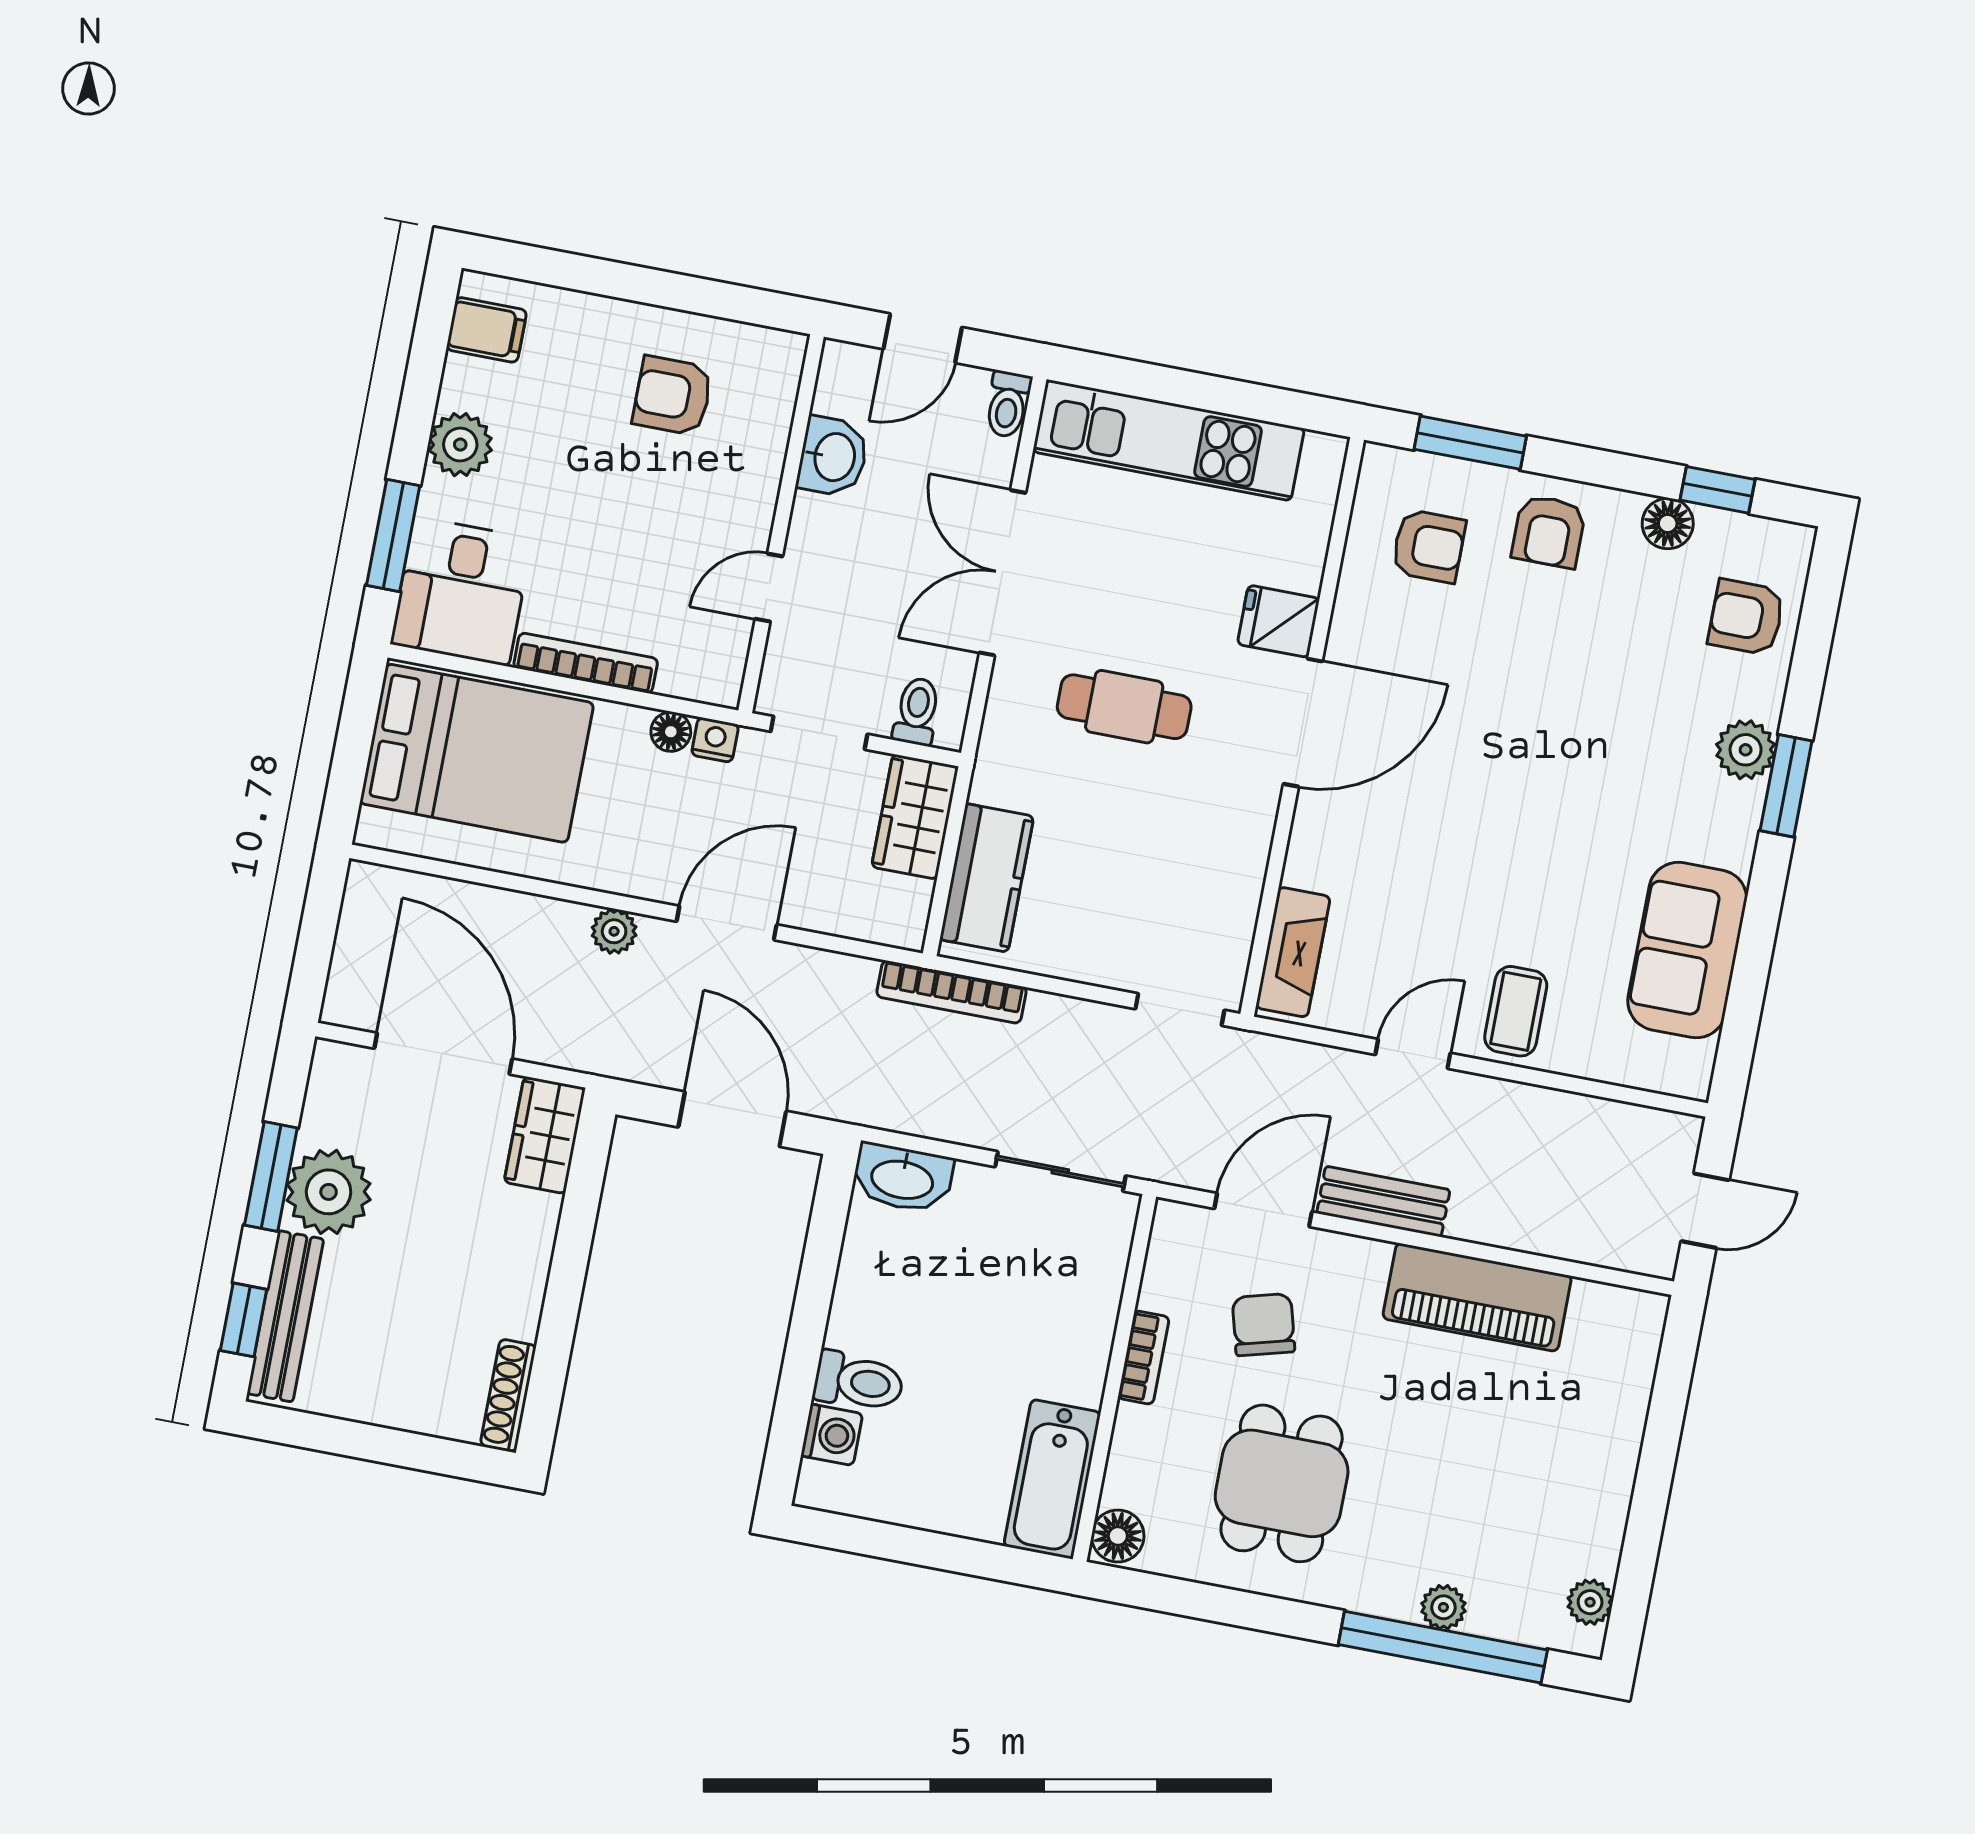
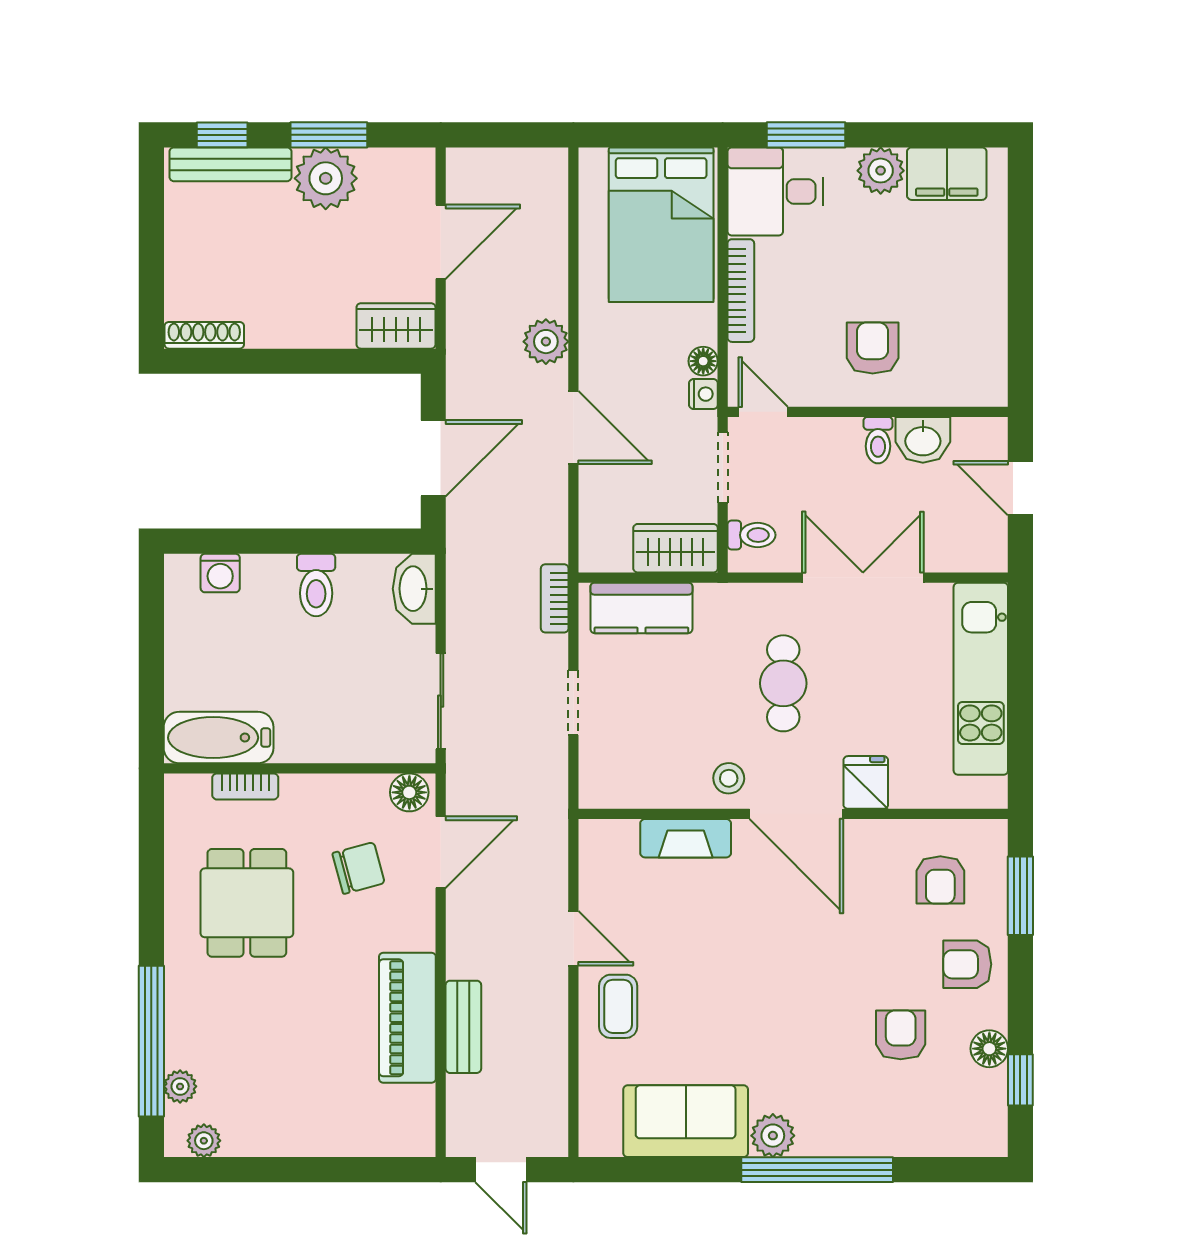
filing cabinet: (487, 330) -> (947, 174), width x2.00
armchair: (673, 396) -> (873, 348), moved
toilet: (1008, 404) -> (878, 440), moved, turned -90
door: (769, 588) -> (763, 412), moved
armchair: (1746, 617) -> (901, 1035), moved
plant: (1746, 750) -> (773, 1136), moved
window: (1786, 786) -> (817, 1170), width x2.11
stool: (1238, 804) -> (729, 778), added
plant: (614, 931) -> (546, 342), width x1.38, depth x1.38
fireplace: (1293, 952) -> (686, 838), moved
bookcase: (951, 992) -> (555, 598), width x0.64
doorway: (1180, 1009) -> (573, 703), moved
coffee table: (1516, 1011) -> (618, 1006), turned 90
door: (443, 1054) -> (441, 242), width x0.73
bench: (1383, 1201) -> (463, 1027), moved
door: (1263, 1210) -> (441, 852), hinge flipped
bookcase: (1144, 1358) -> (245, 786), moved
toilet: (859, 1382) -> (316, 585), moved
dining table: (1282, 1483) -> (247, 903), turned 90
floor lamp: (1118, 1536) -> (409, 792), moved
plant: (1443, 1607) -> (180, 1086), moved

